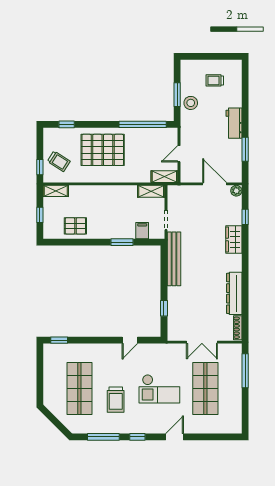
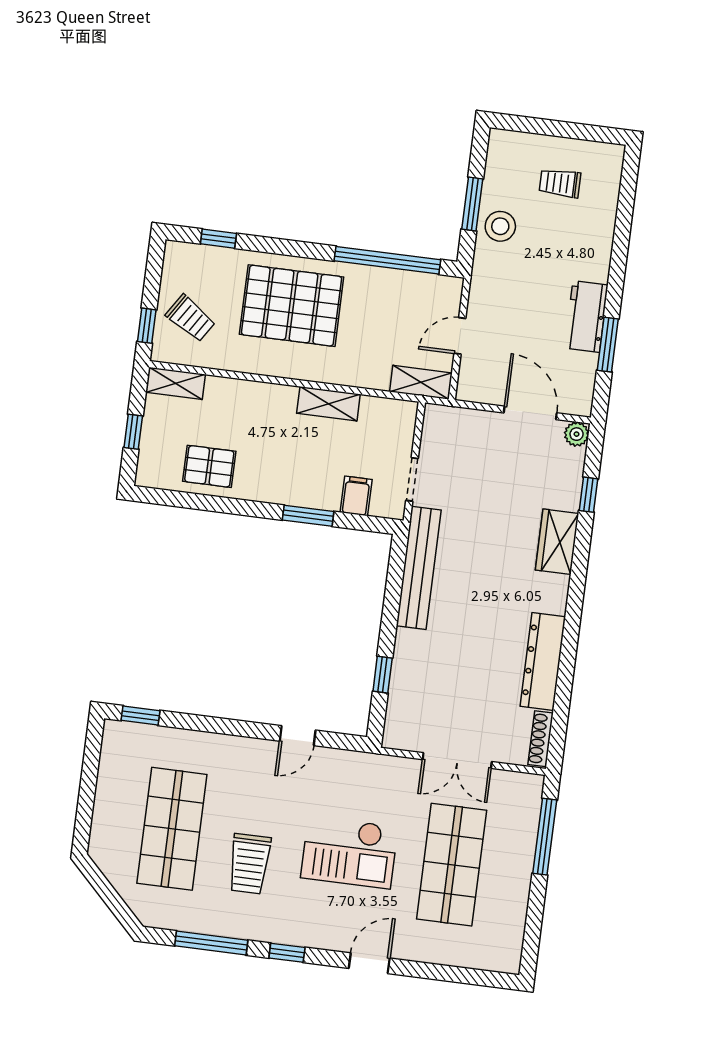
workbench: (234, 123) -> (586, 316), moved
shelving: (151, 191) -> (328, 404), moved

